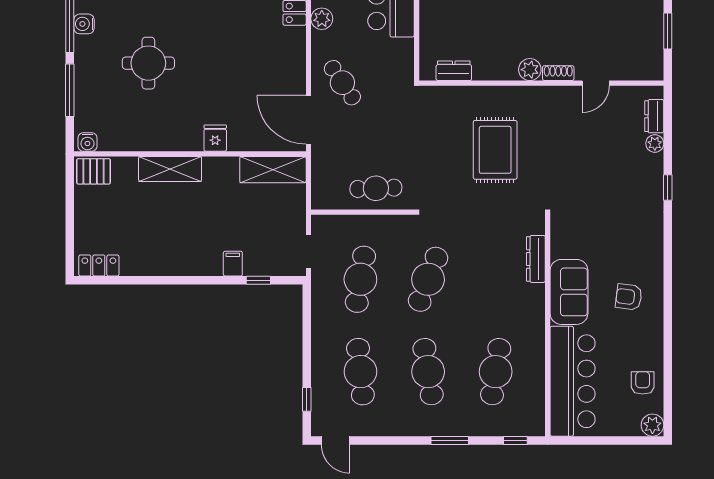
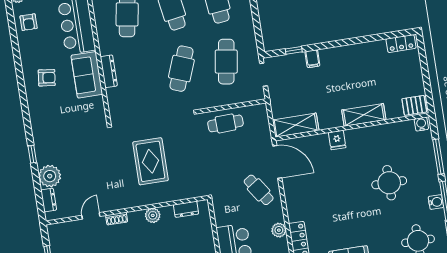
plant: (530, 70) -> (153, 215), moved
plant: (655, 144) -> (50, 176), width x1.88, depth x1.88
dresser: (536, 259) -> (109, 71), moved

